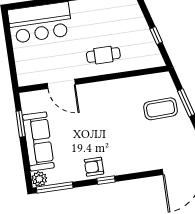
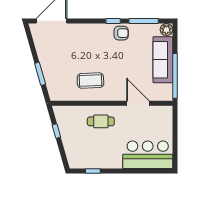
coffee table: (161, 109) -> (90, 81), moved
window: (21, 124) -> (175, 76), width x2.11
window: (55, 187) -> (144, 21), moved

